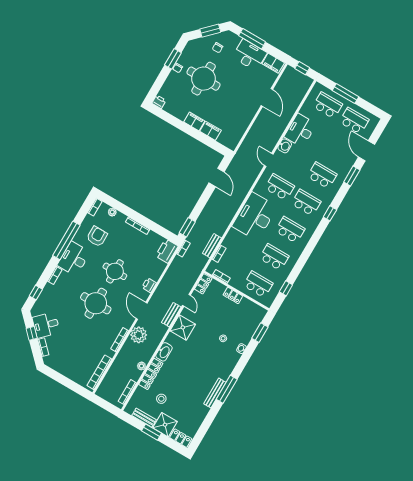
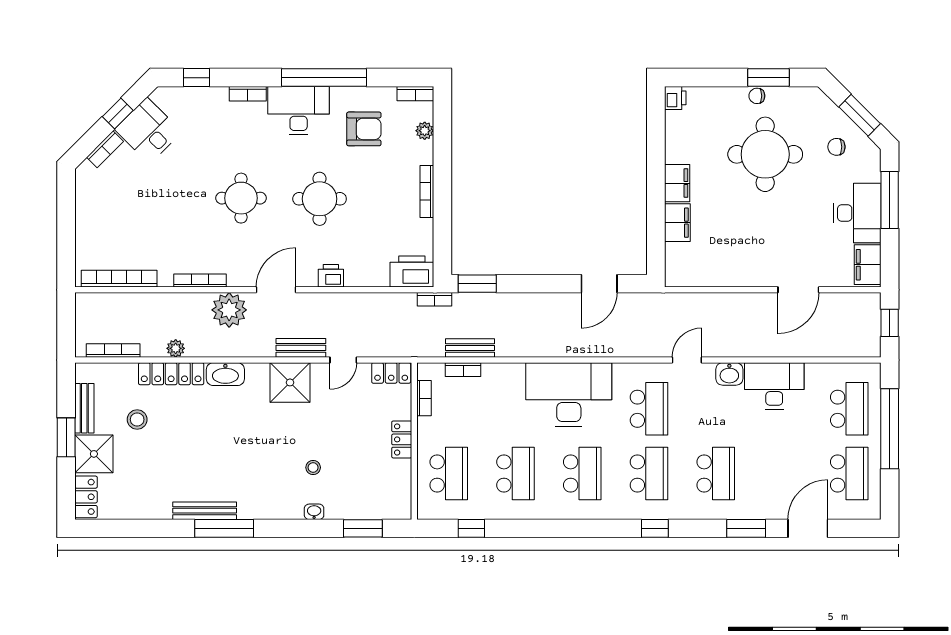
window: (346, 94) -> (890, 429), width x1.46
round table: (96, 303) -> (241, 198), width x0.73, depth x0.73

